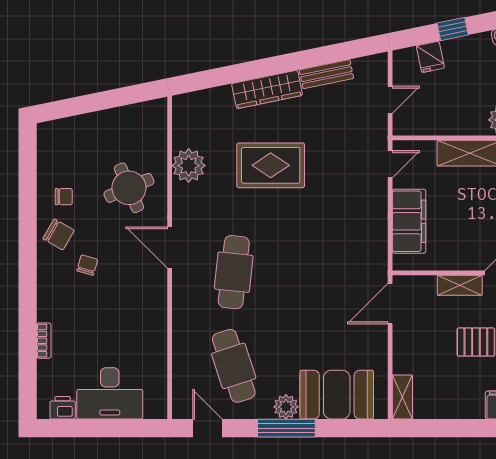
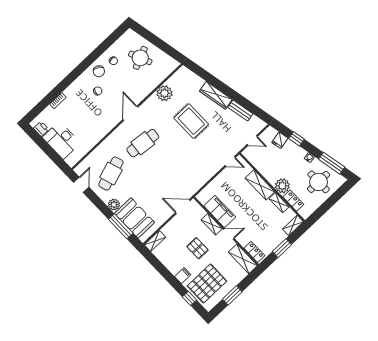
round table: (129, 188) -> (140, 58), moved
filing cabinet: (409, 221) -> (220, 211), moved, turned -90
window: (286, 428) -> (121, 226), moved

